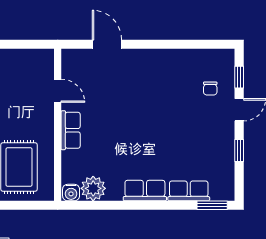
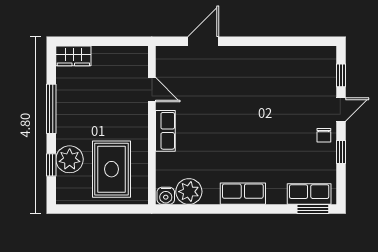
door: (107, 44) -> (203, 41), hinge flipped
chair: (210, 88) -> (324, 135), moved
row of seats: (189, 191) -> (309, 194), moved

